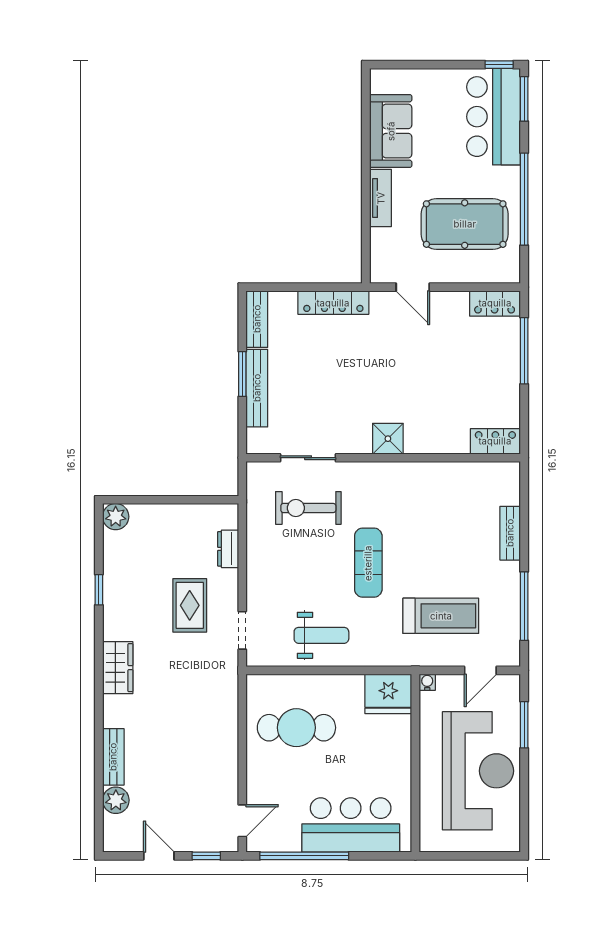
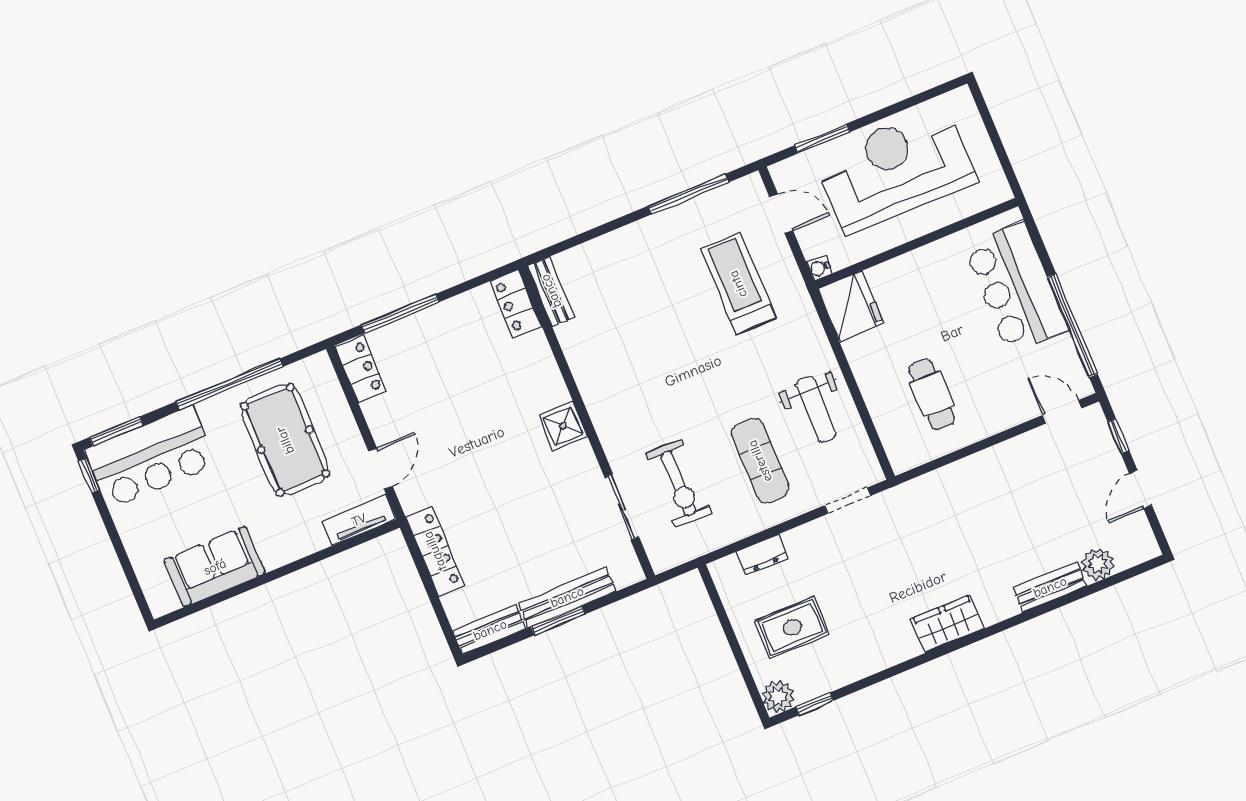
tv unit: (381, 198) -> (359, 520), moved
bench: (510, 533) -> (551, 291), moved, turned 90
exercise mat: (368, 563) -> (760, 461), moved, turned 90
window: (99, 590) -> (814, 704), moved
rug: (190, 605) -> (792, 627), moved
weight bench: (321, 635) -> (816, 409), turned 180
cafe table: (296, 728) -> (932, 394), width x0.73, depth x0.74

